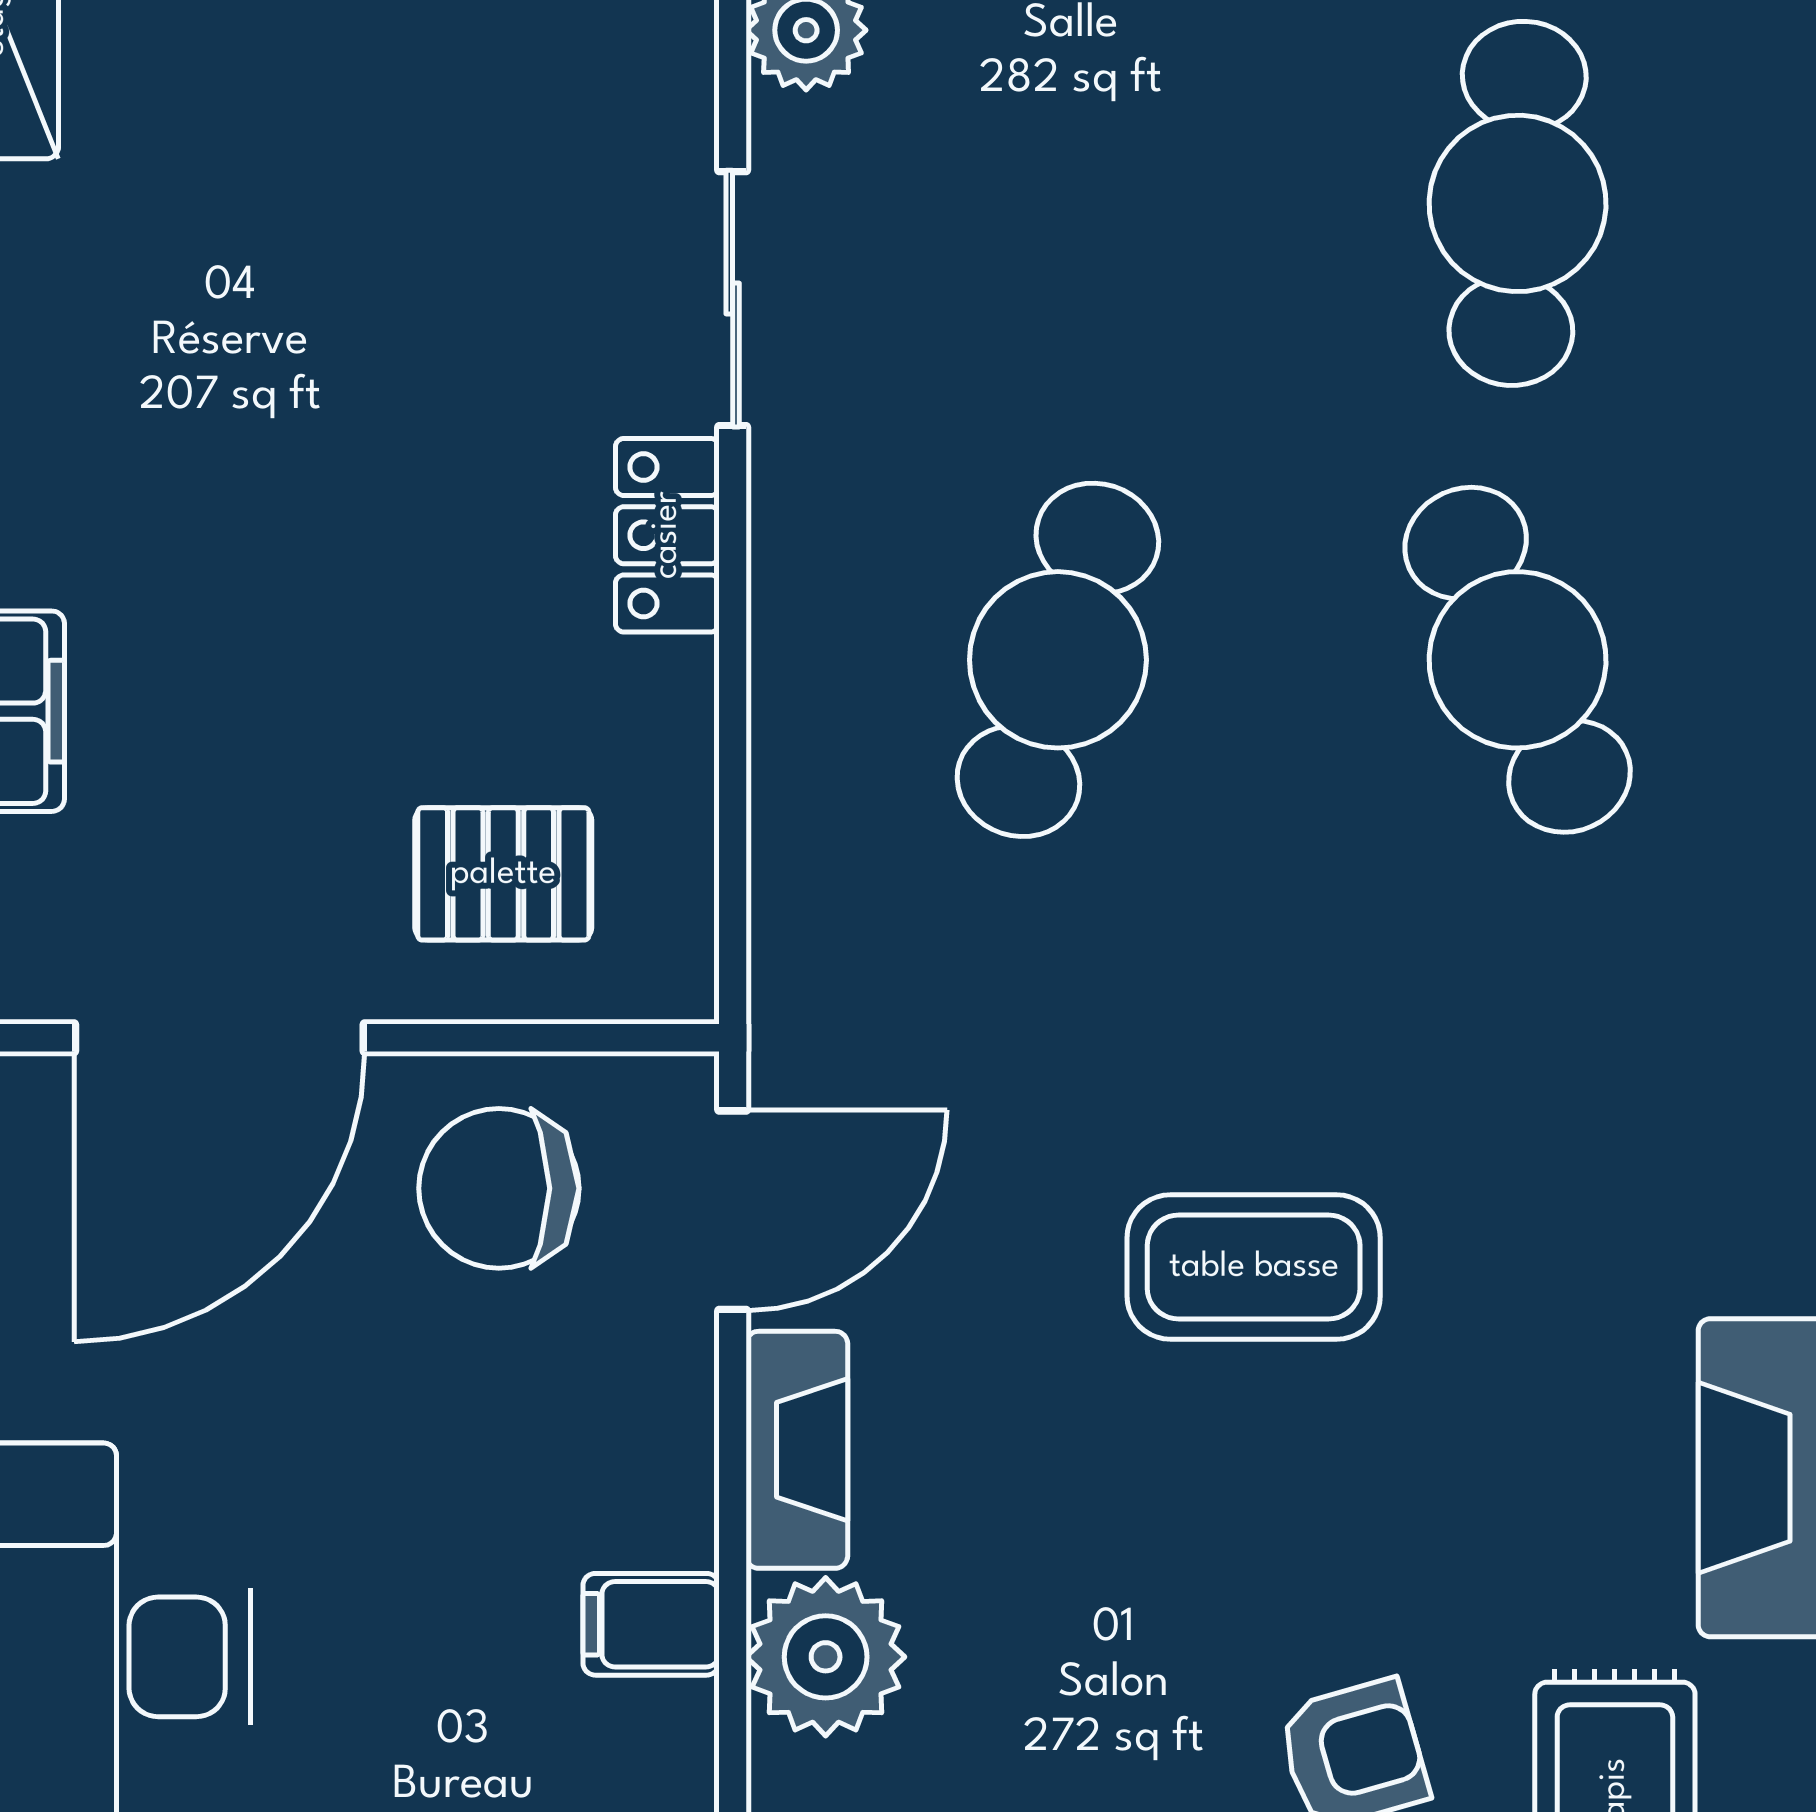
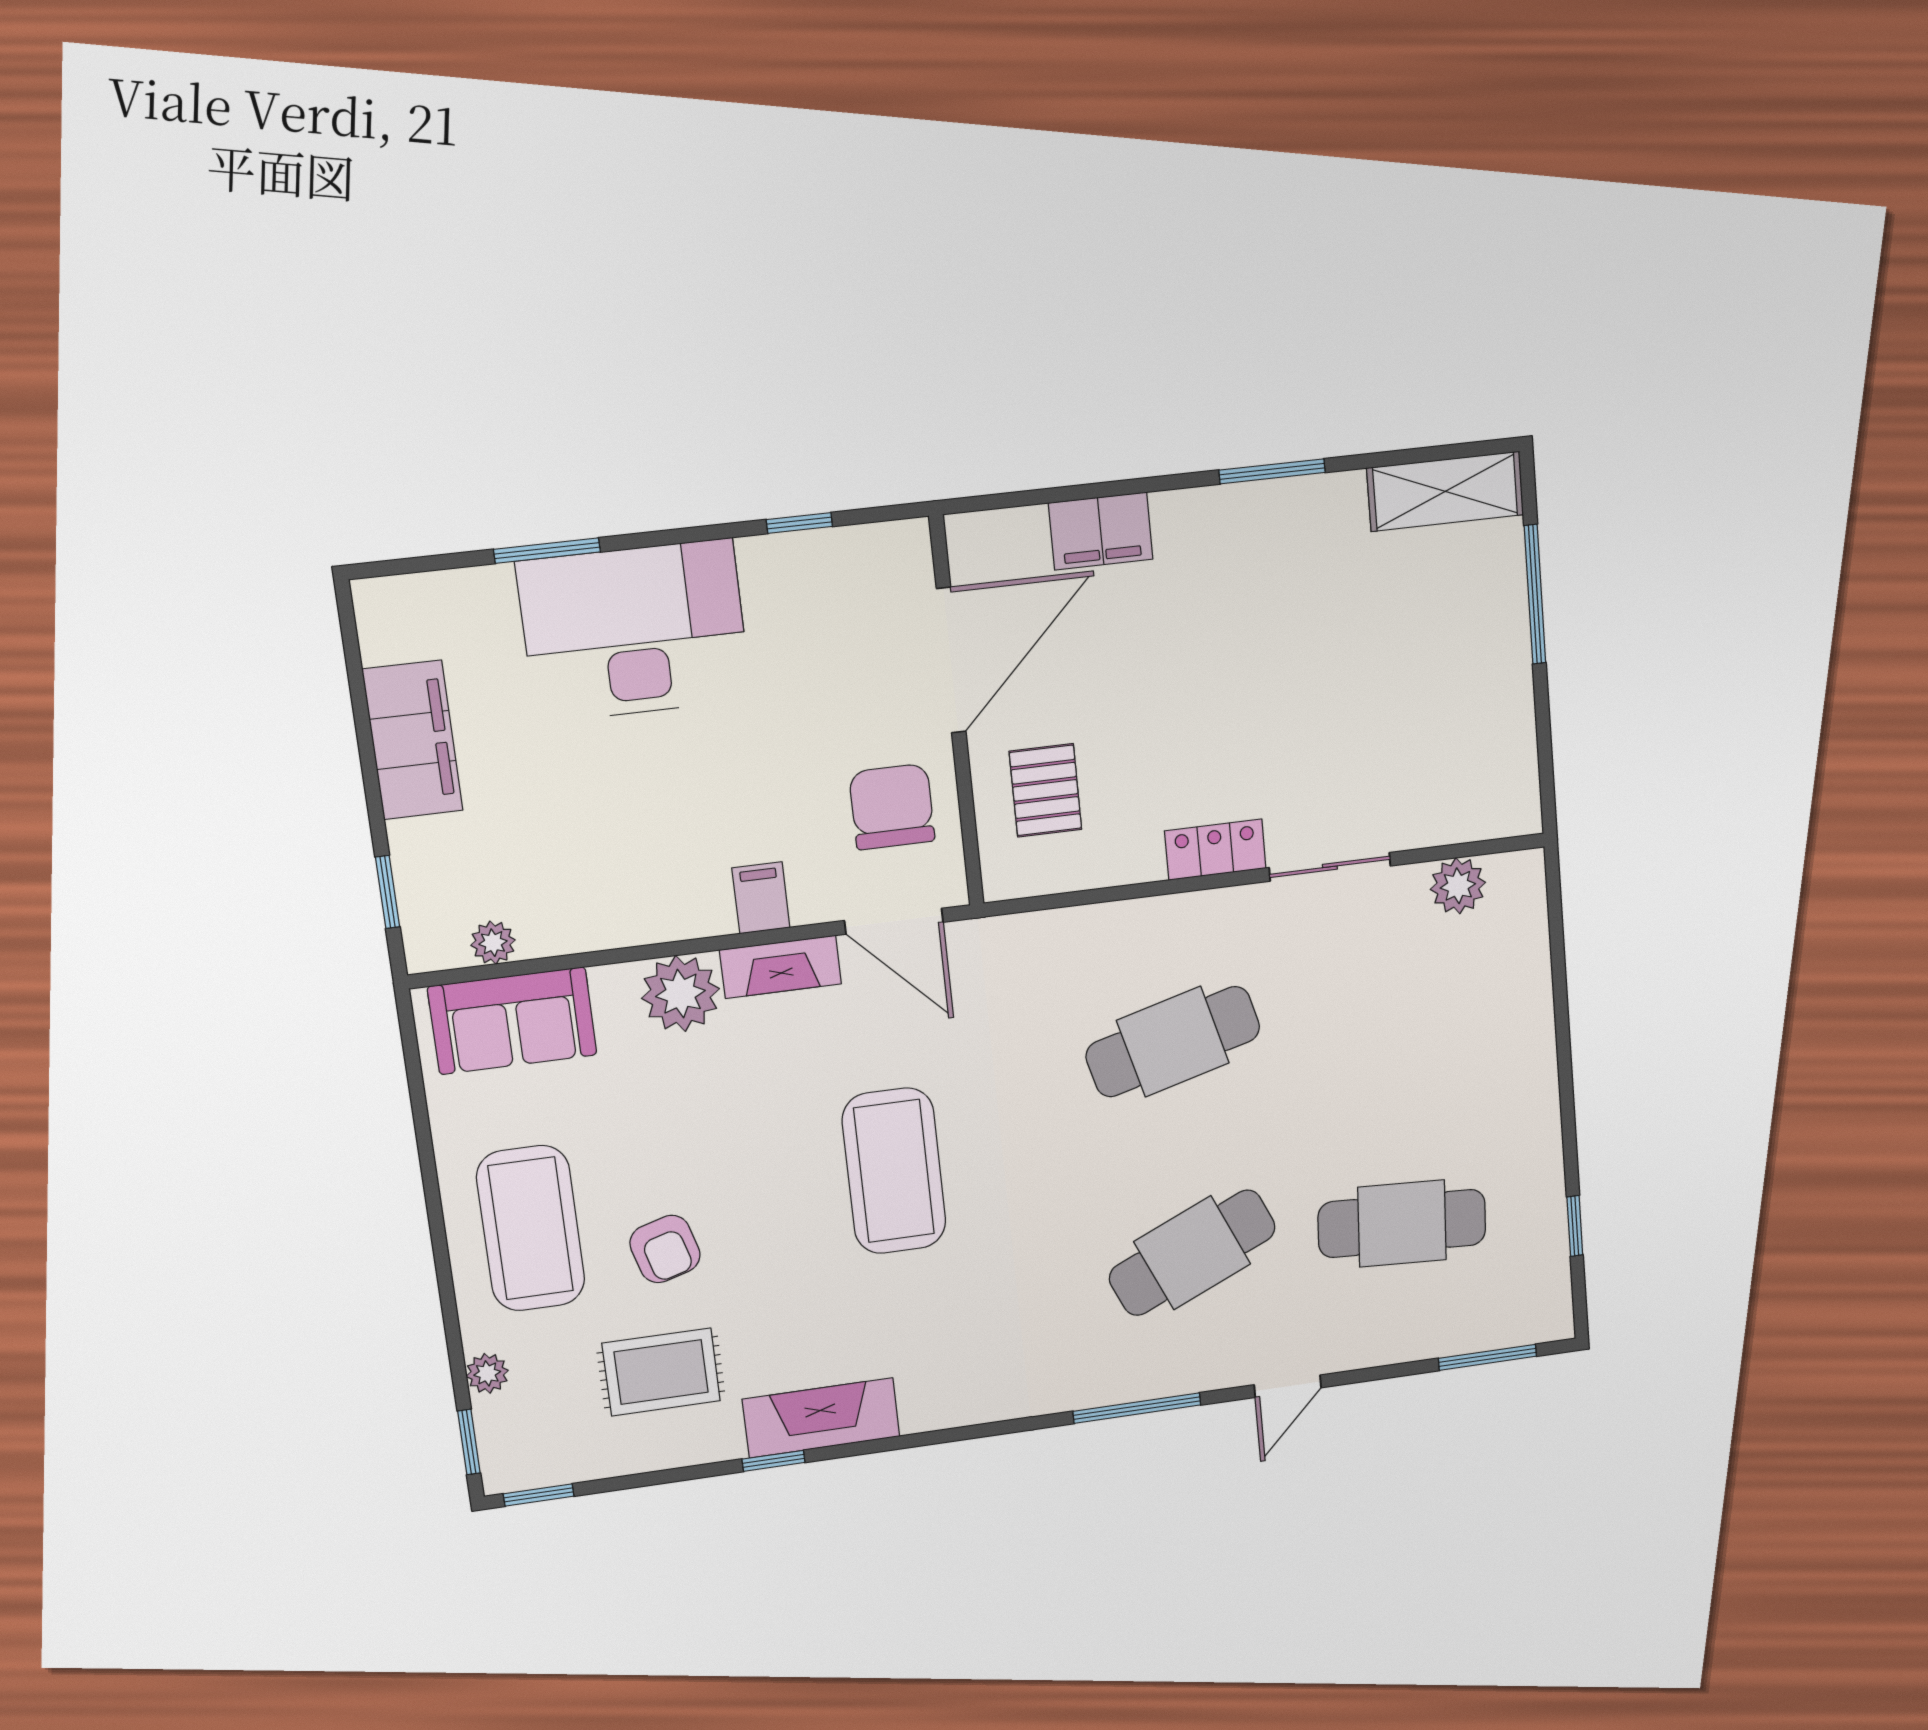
cafe table: (1058, 660) -> (1173, 1042), turned -33
door: (219, 1038) -> (951, 660), swing flipped
coffee table: (1254, 1267) -> (894, 1171), width x1.36, depth x1.32
filing cabinet: (651, 1624) -> (761, 898), moved

